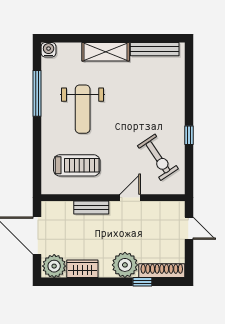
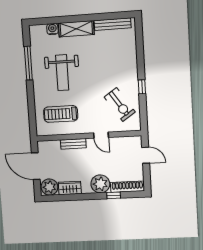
water cooler: (49, 50) -> (52, 29), moved
treadmill: (77, 165) -> (61, 114), turned 180
door: (130, 198) -> (101, 135), swing flipped

